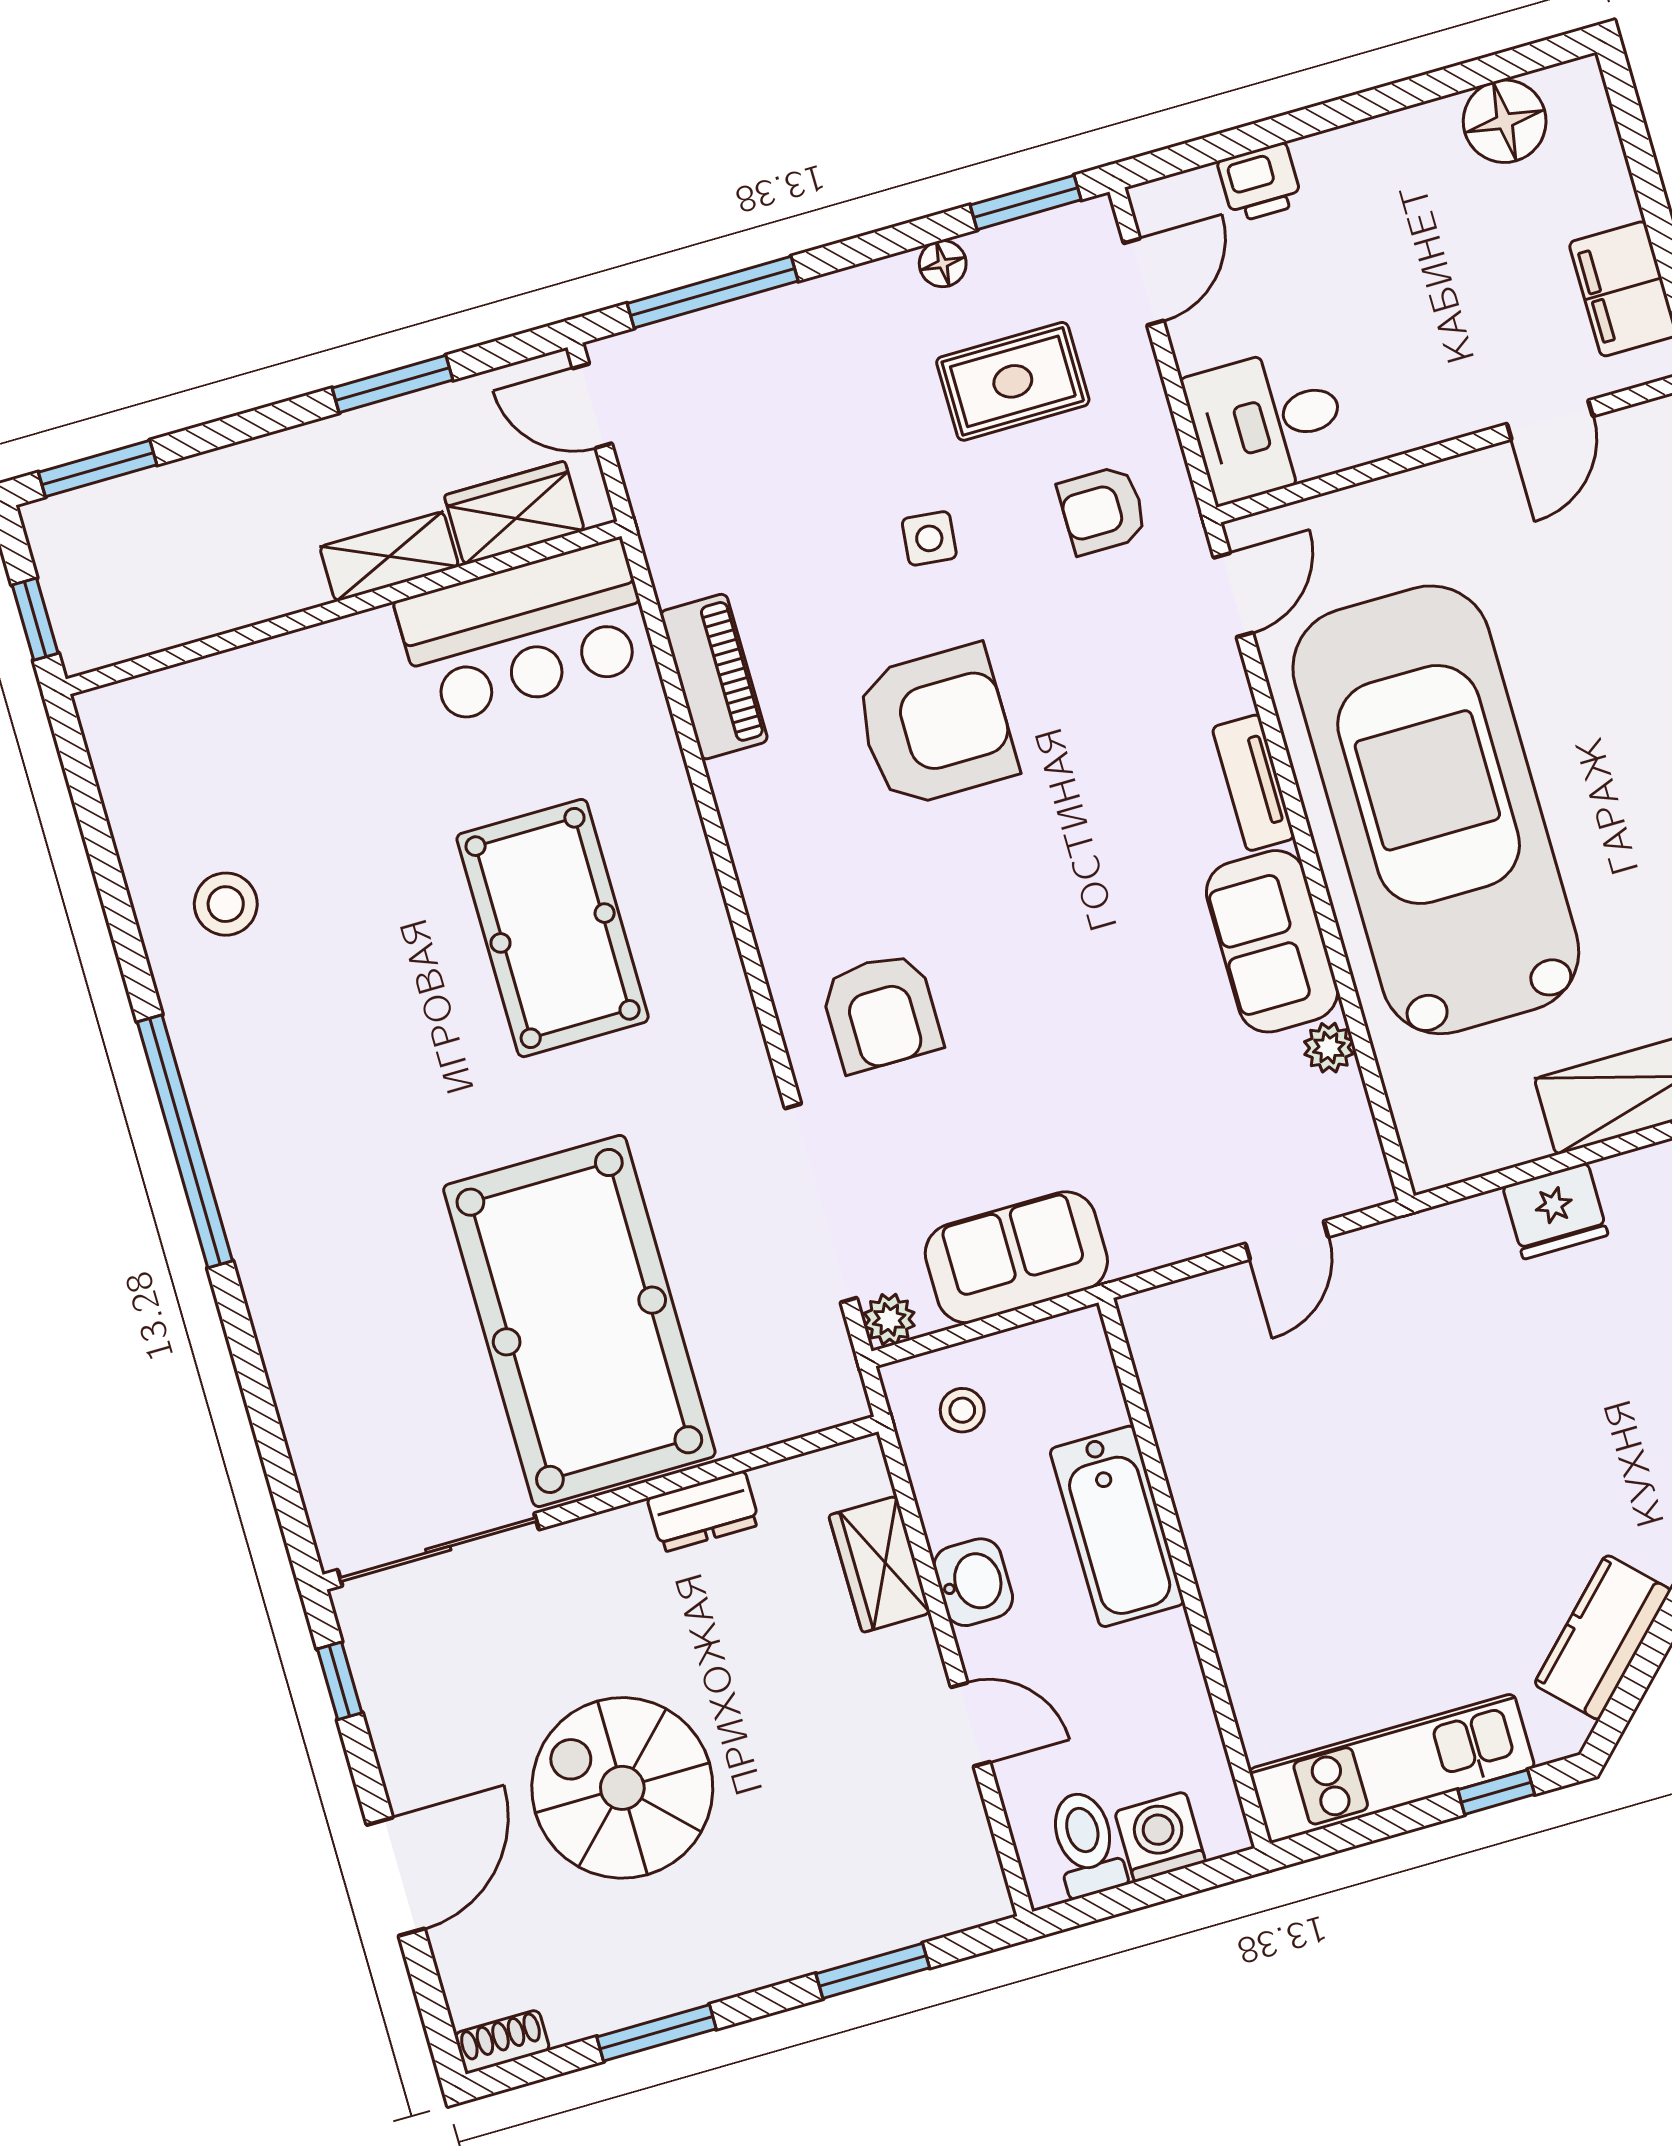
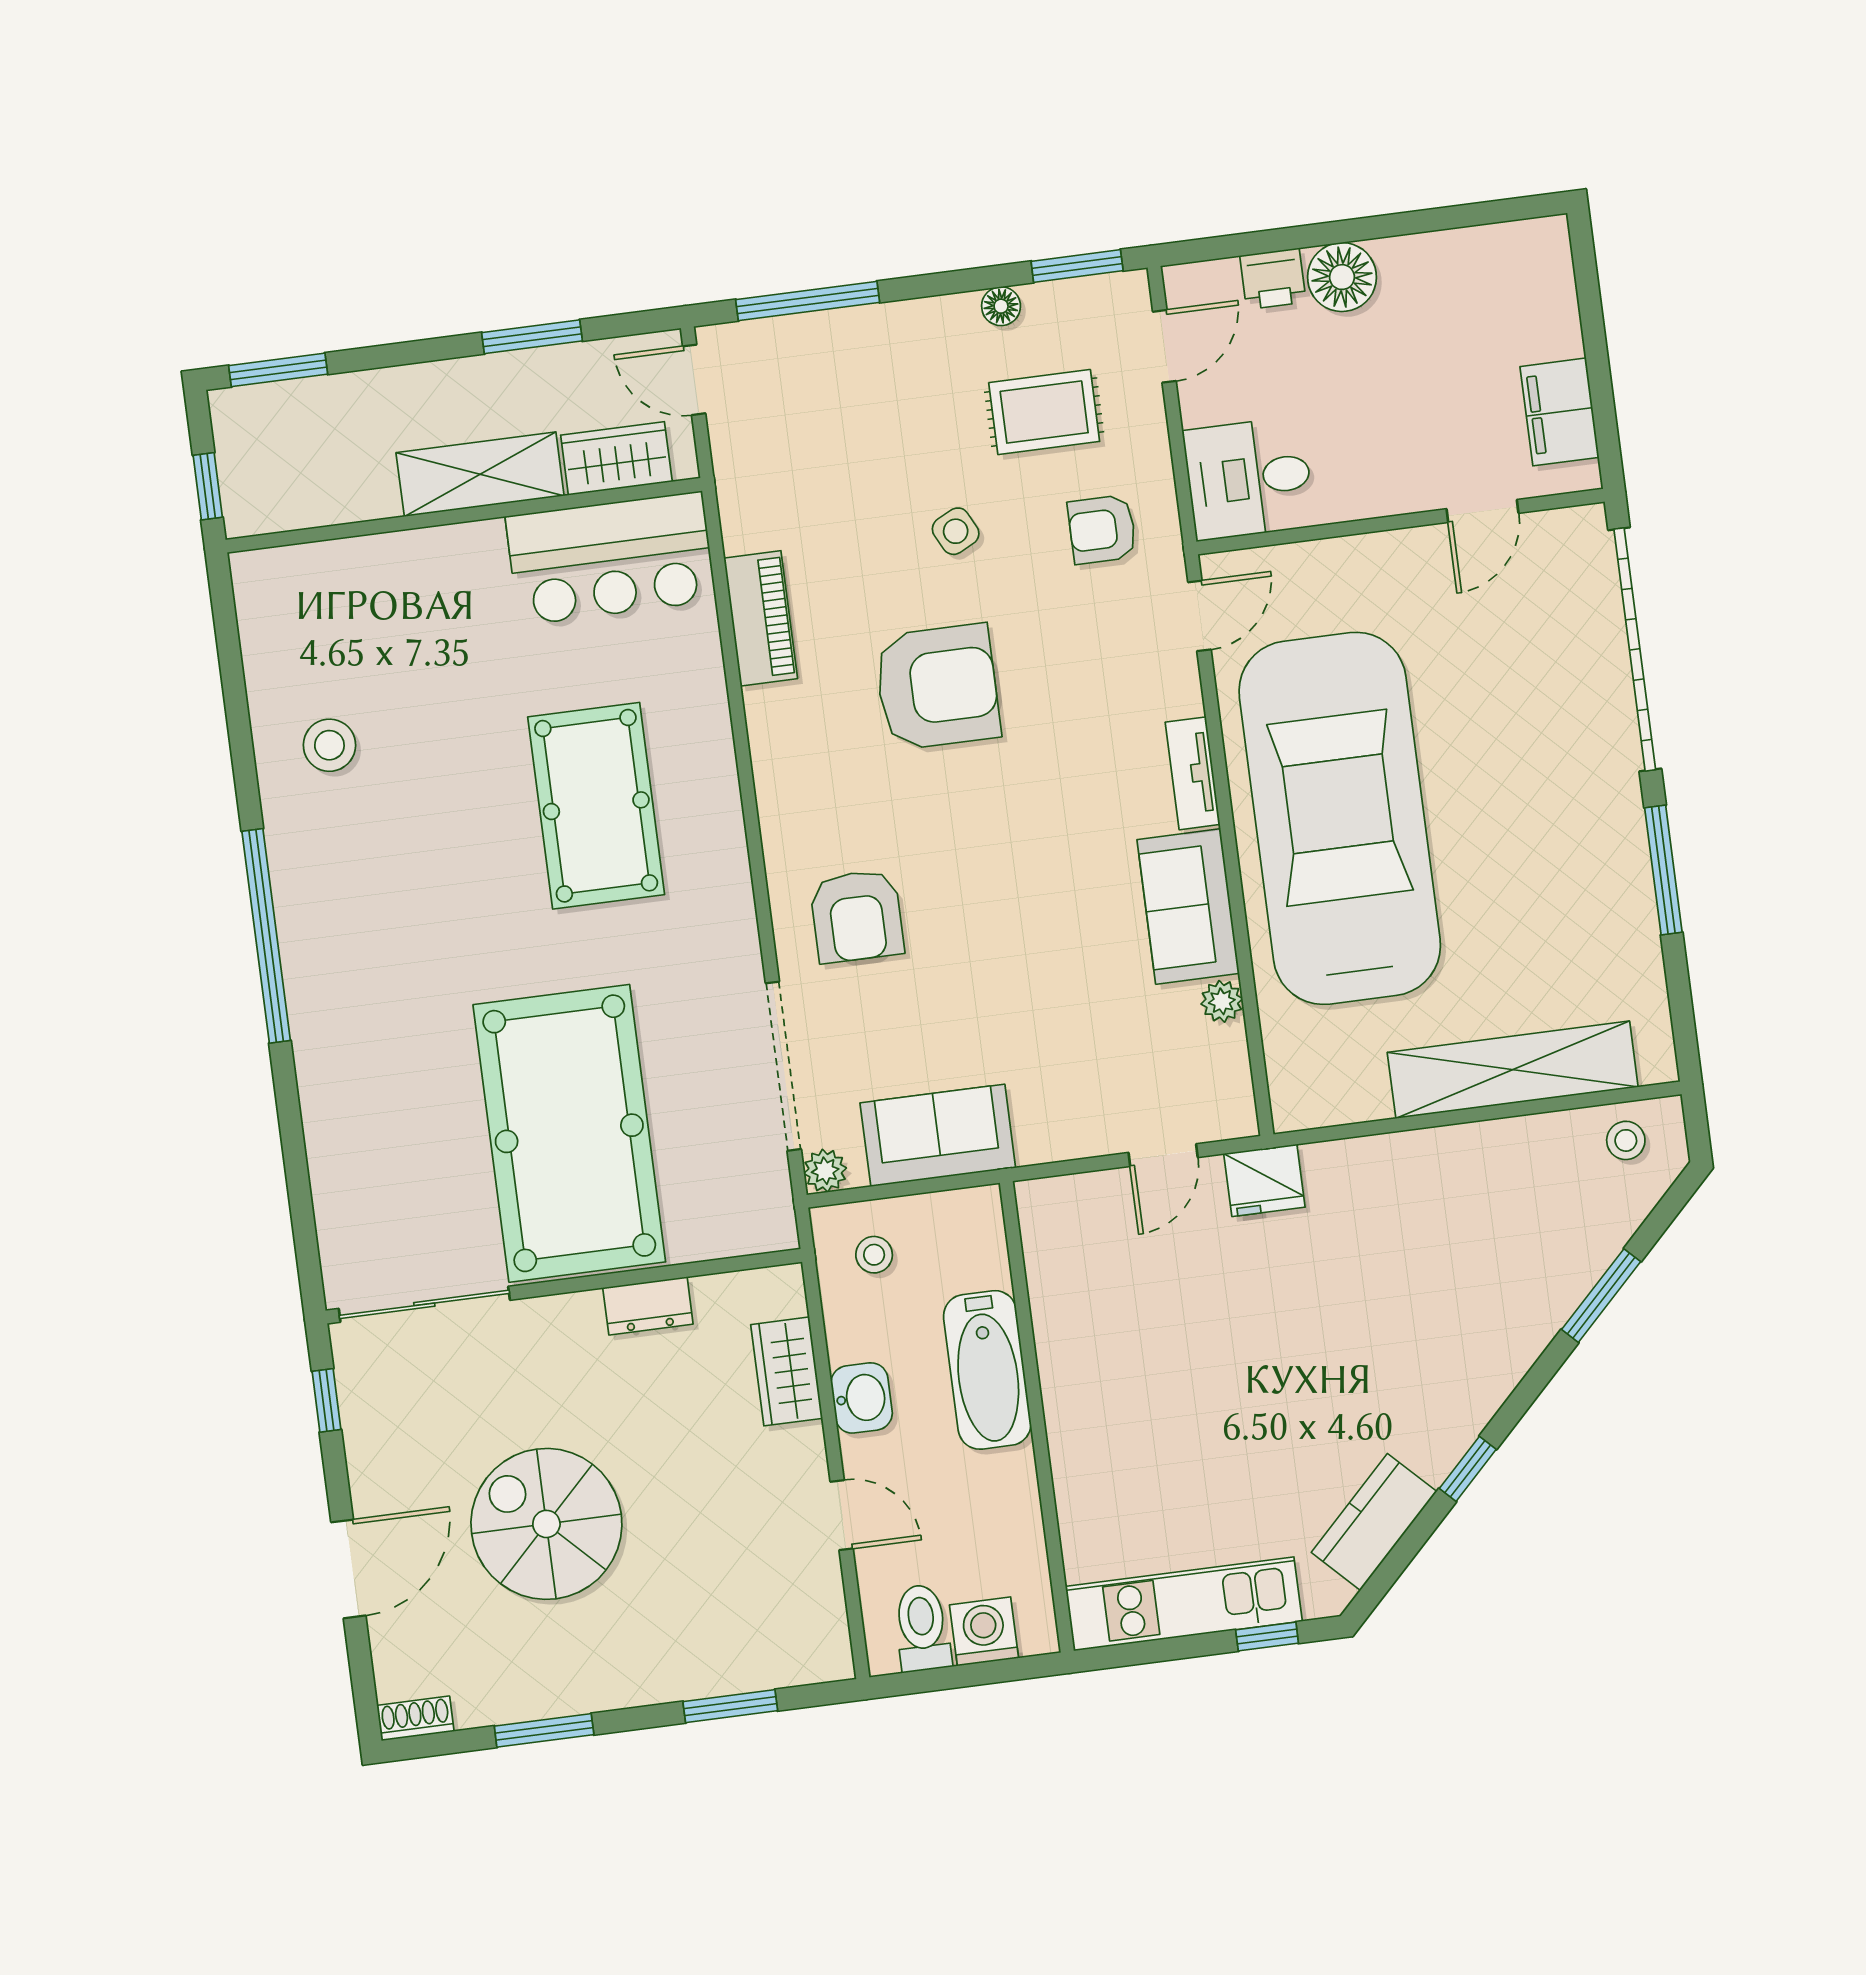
floor lamp: (1505, 121) -> (1342, 277), moved
side table: (929, 538) -> (956, 531), turned -33
shelving: (389, 557) -> (480, 474), width x1.50, depth x1.33
fridge: (1555, 1211) -> (1264, 1180), moved

